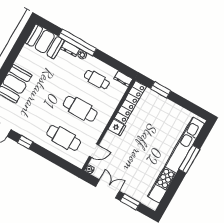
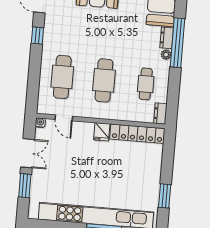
window: (161, 90) -> (165, 196), moved

